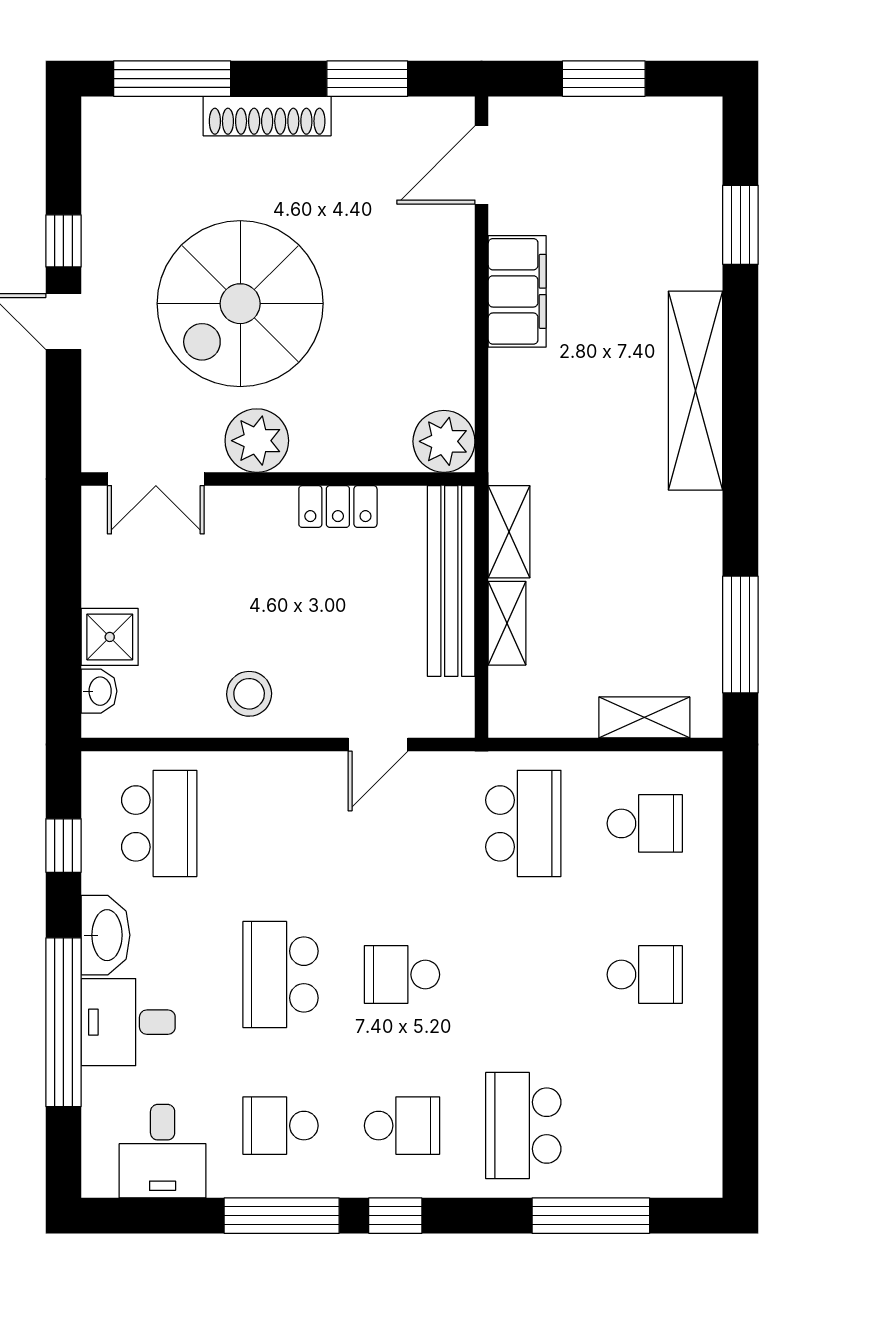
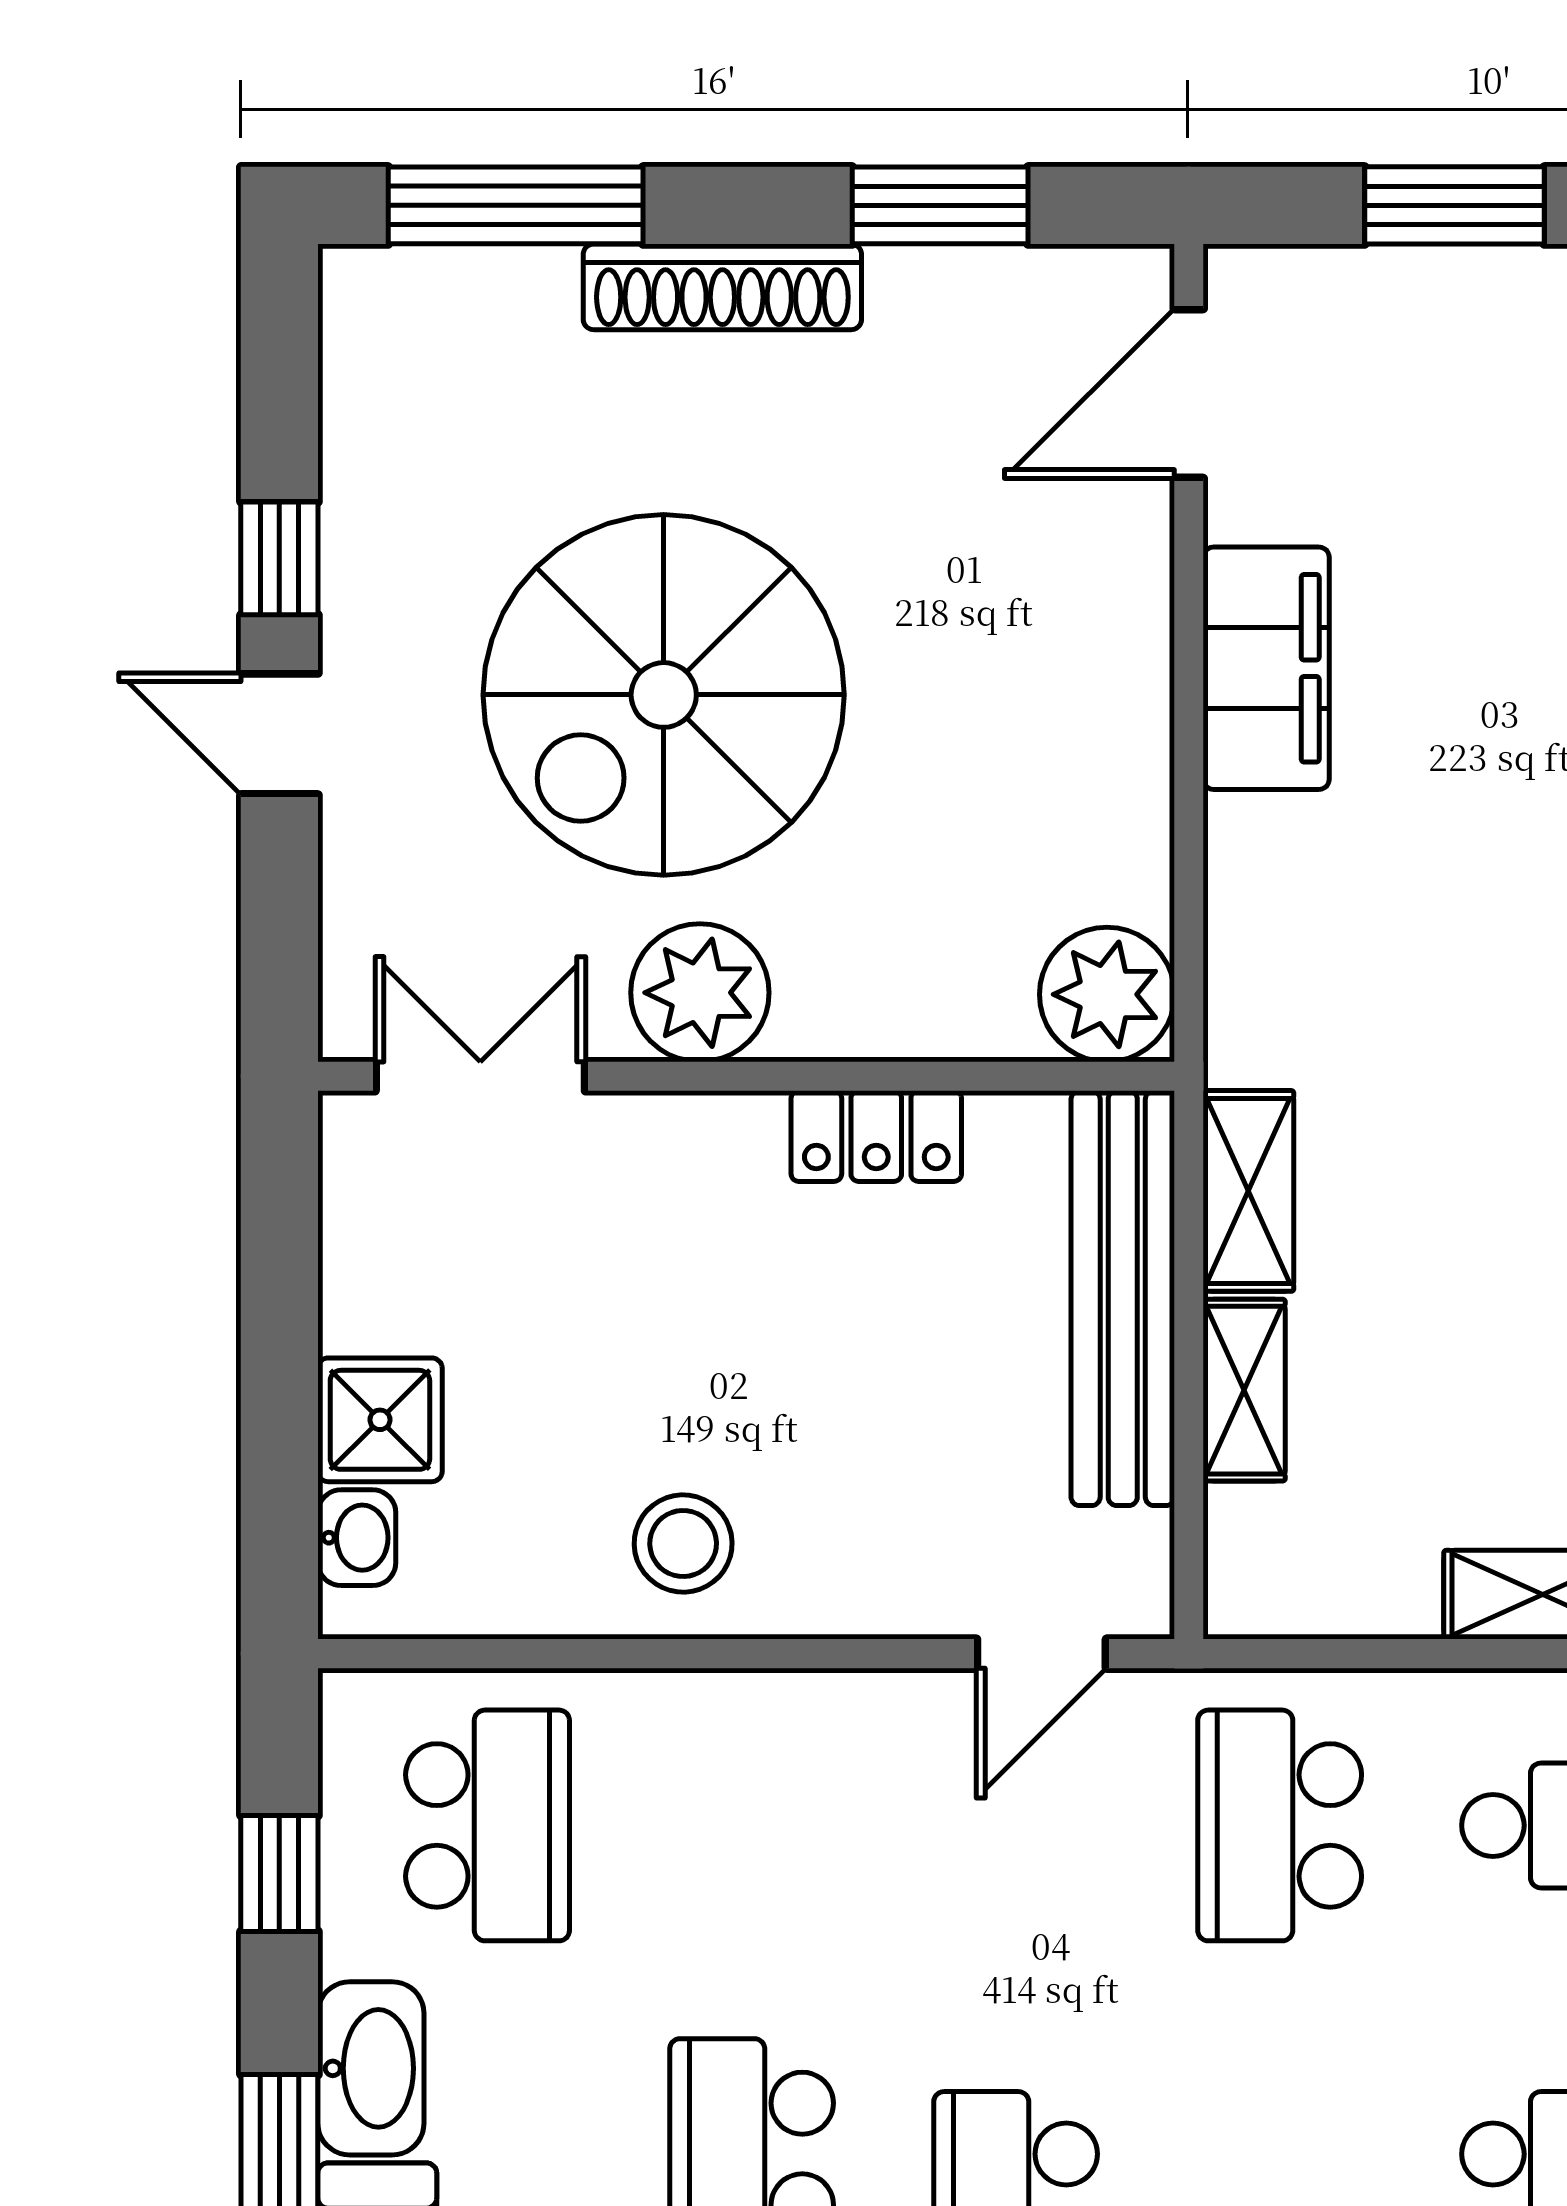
double door: (156, 479) -> (480, 1076), swing flipped
door: (378, 744) -> (1041, 1654), moved
school desk: (523, 823) -> (1280, 1825), turned 180

